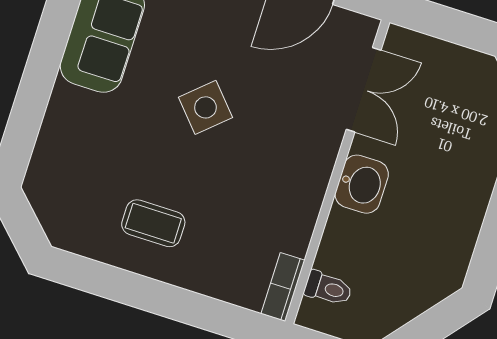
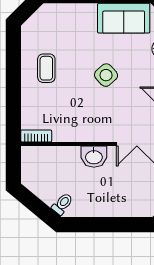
toilet: (328, 288) -> (62, 204), moved, turned -140

